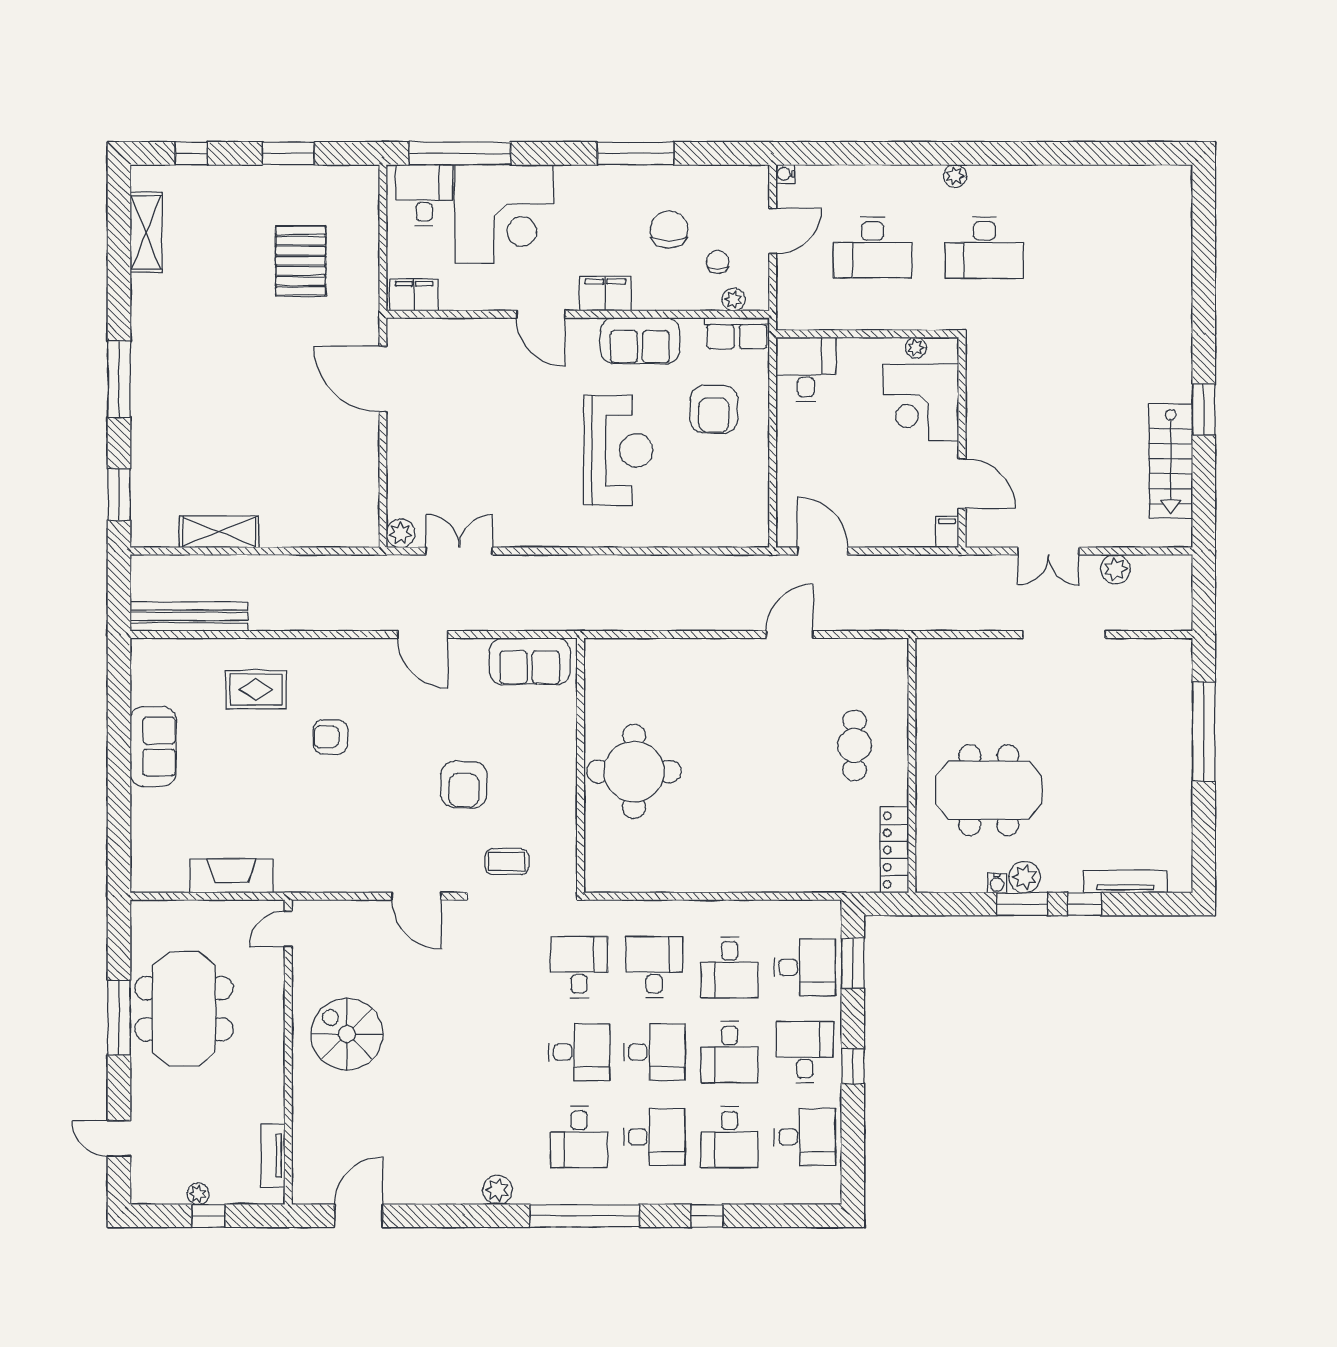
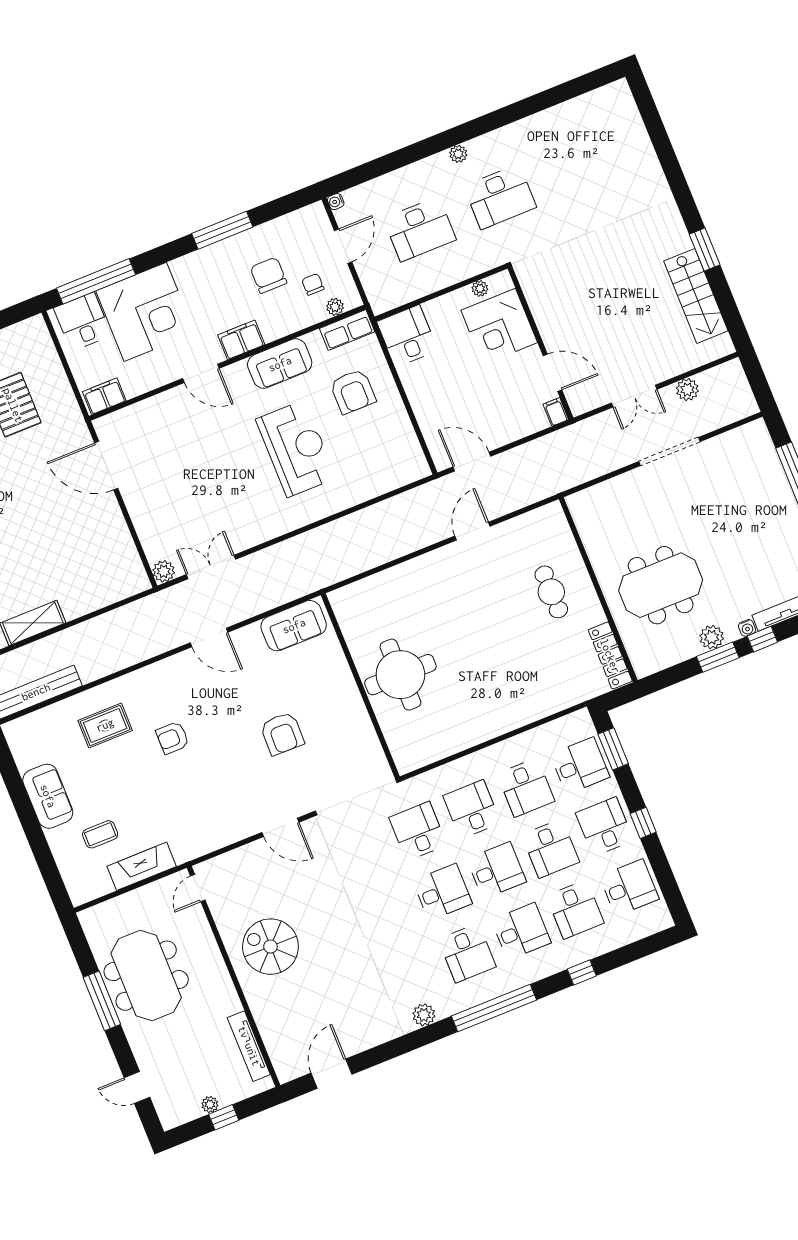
coffee table: (507, 862) -> (100, 834), moved
water cooler: (997, 883) -> (747, 628), moved
tv unit: (273, 1156) -> (249, 1046), width x1.41

